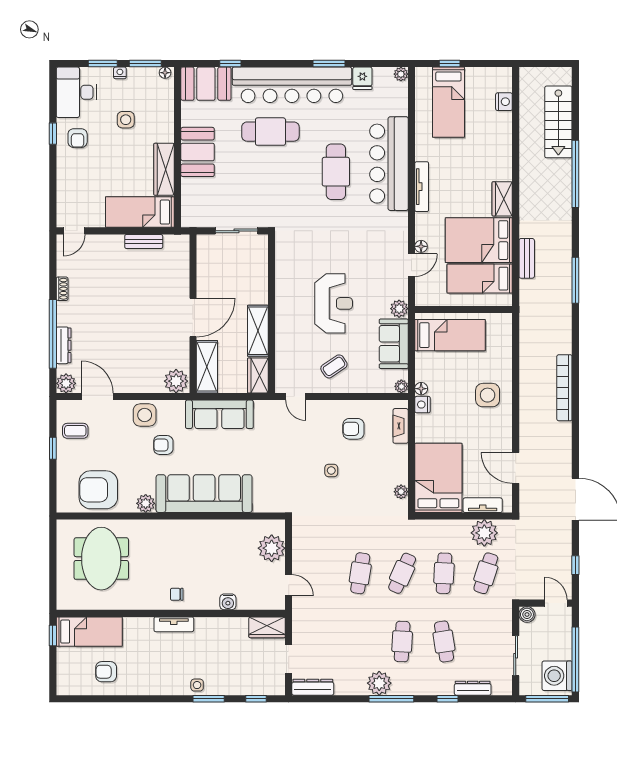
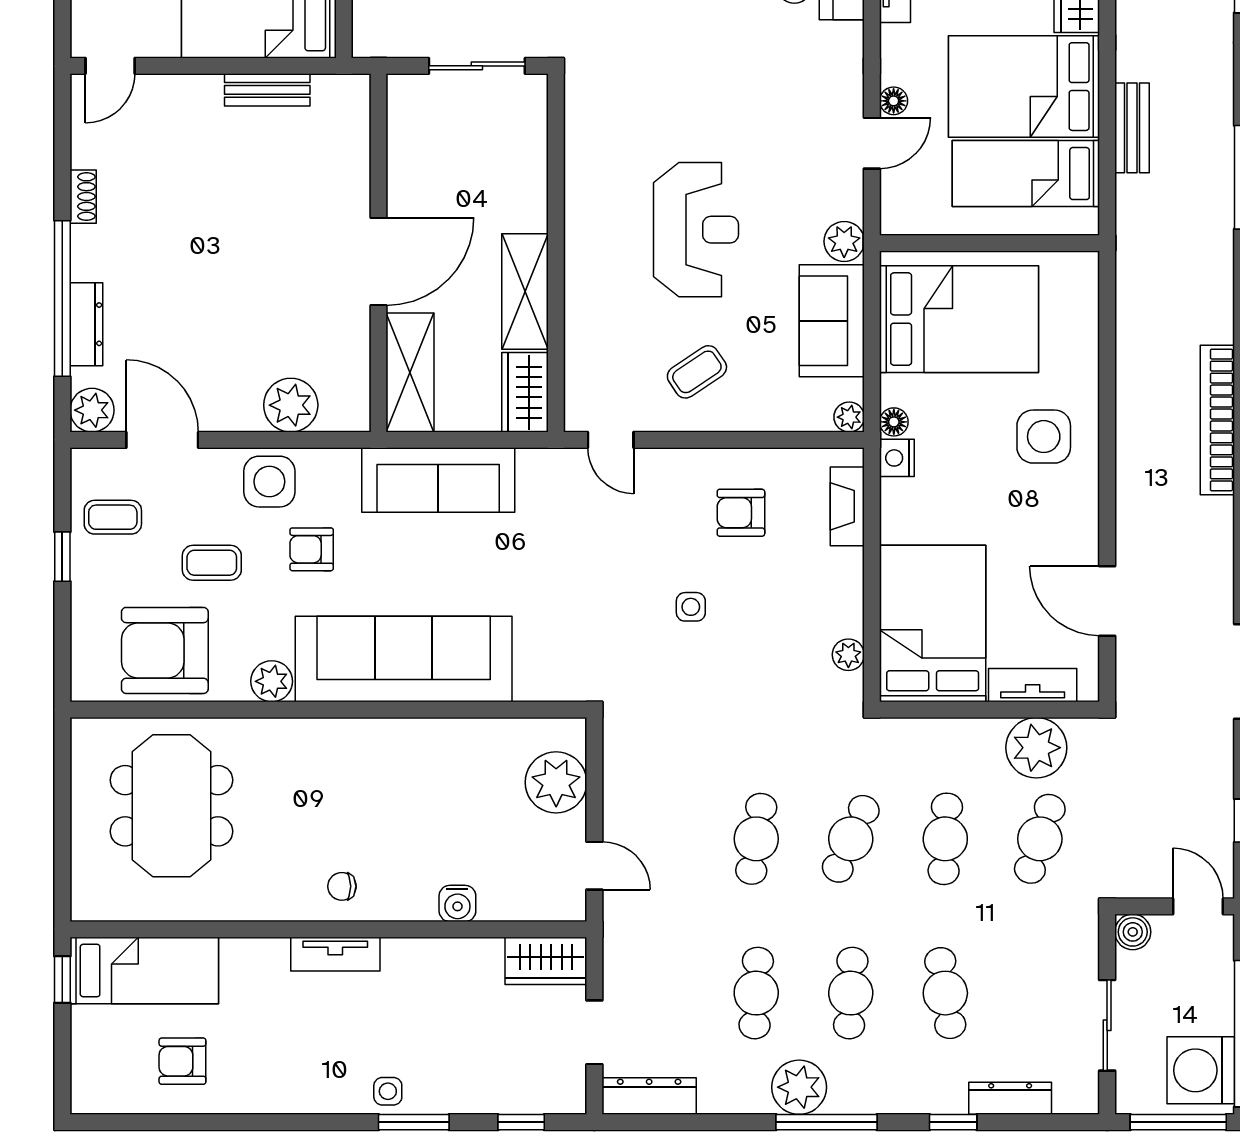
bed: (450, 335) -> (959, 319), width x1.50
plant: (176, 381) -> (291, 405), moved
coffee table: (119, 451) -> (212, 563), added
cafe table: (360, 642) -> (756, 993), added

